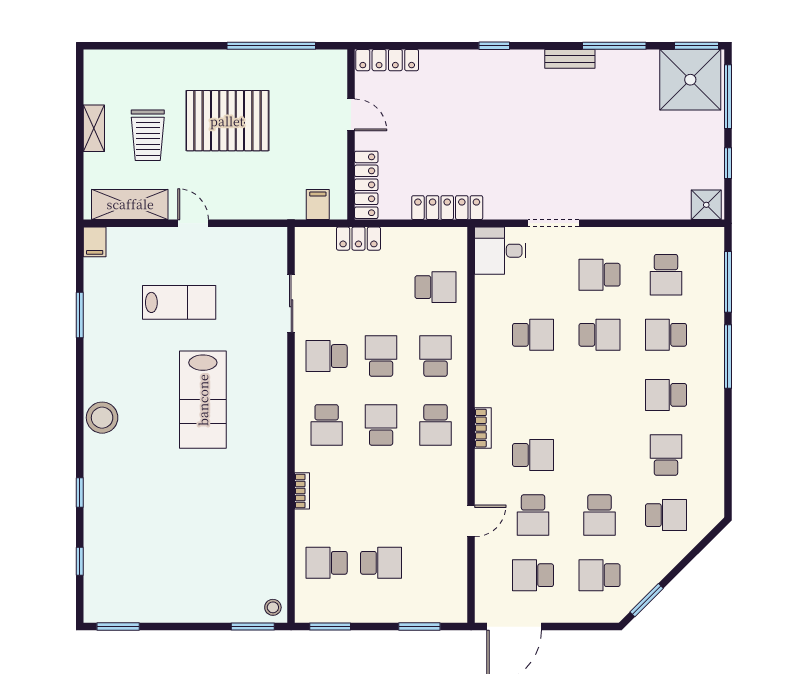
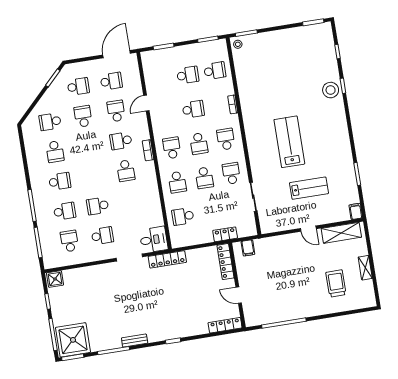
pallet: (227, 121) -> (300, 282), removed
trolley: (148, 135) -> (336, 283), moved
locker: (447, 208) -> (167, 259), moved
lab bench: (179, 302) -> (309, 188), turned 180
school desk: (533, 335) -> (126, 171), moved, turned -90
school desk: (327, 356) -> (231, 173), turned -90
stool: (102, 418) -> (331, 90), moved
school desk: (381, 494) -> (193, 109), added
school desk: (381, 563) -> (188, 75), turned 180

